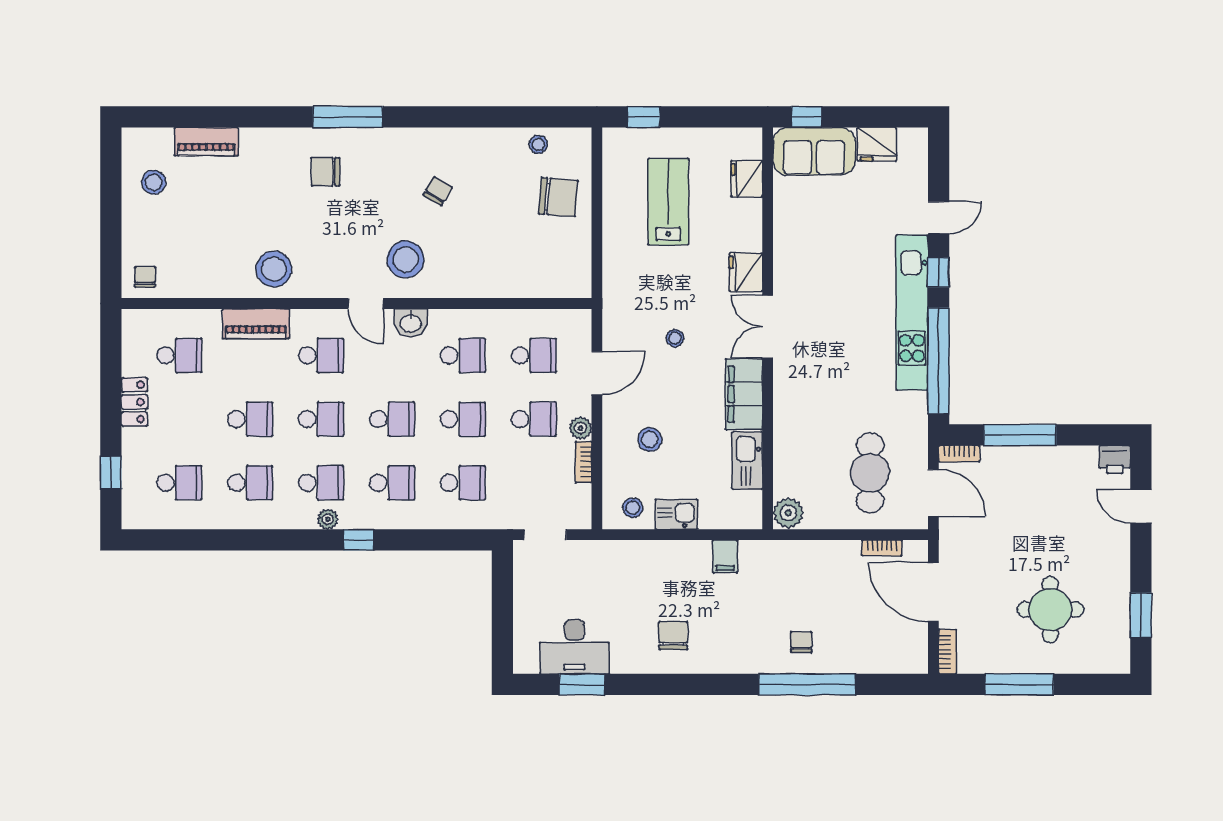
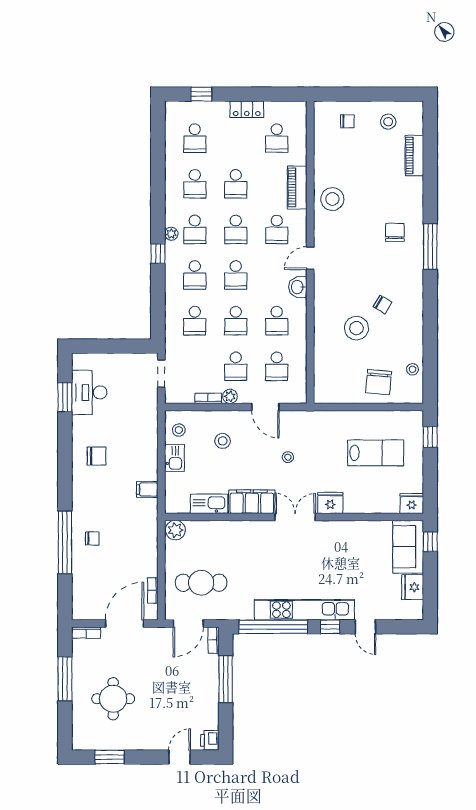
fridge: (747, 179) -> (412, 503), moved
stool: (406, 259) -> (356, 328), moved
chair: (145, 277) -> (347, 121), moved

